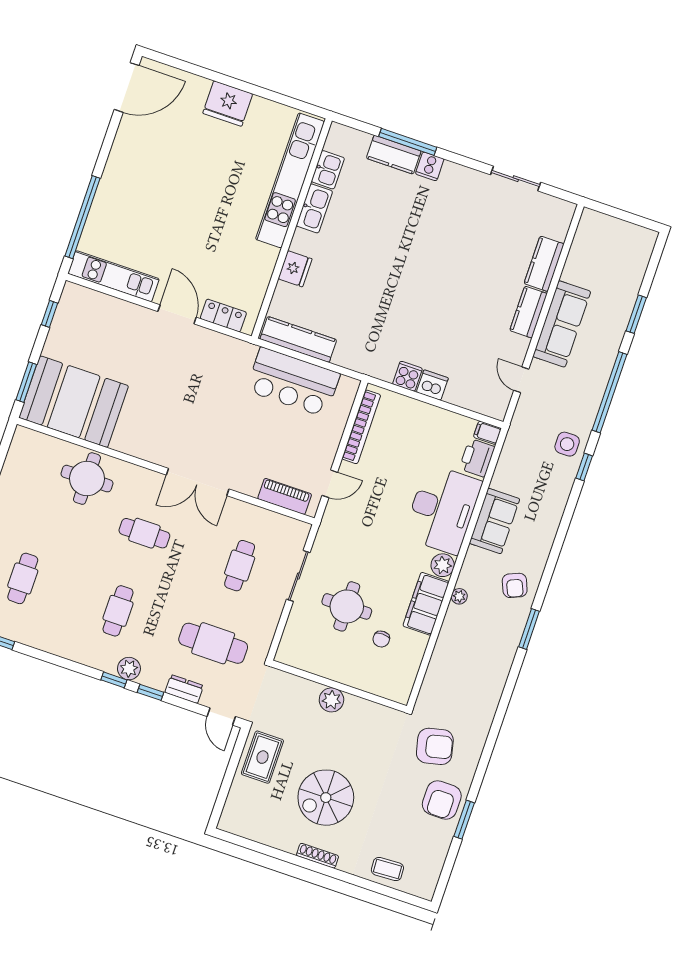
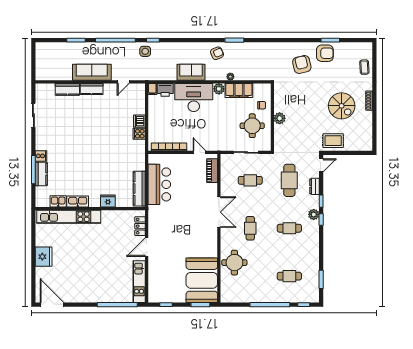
wall: (339, 686) -> (272, 117), moved
plant: (331, 700) -> (280, 118), moved

